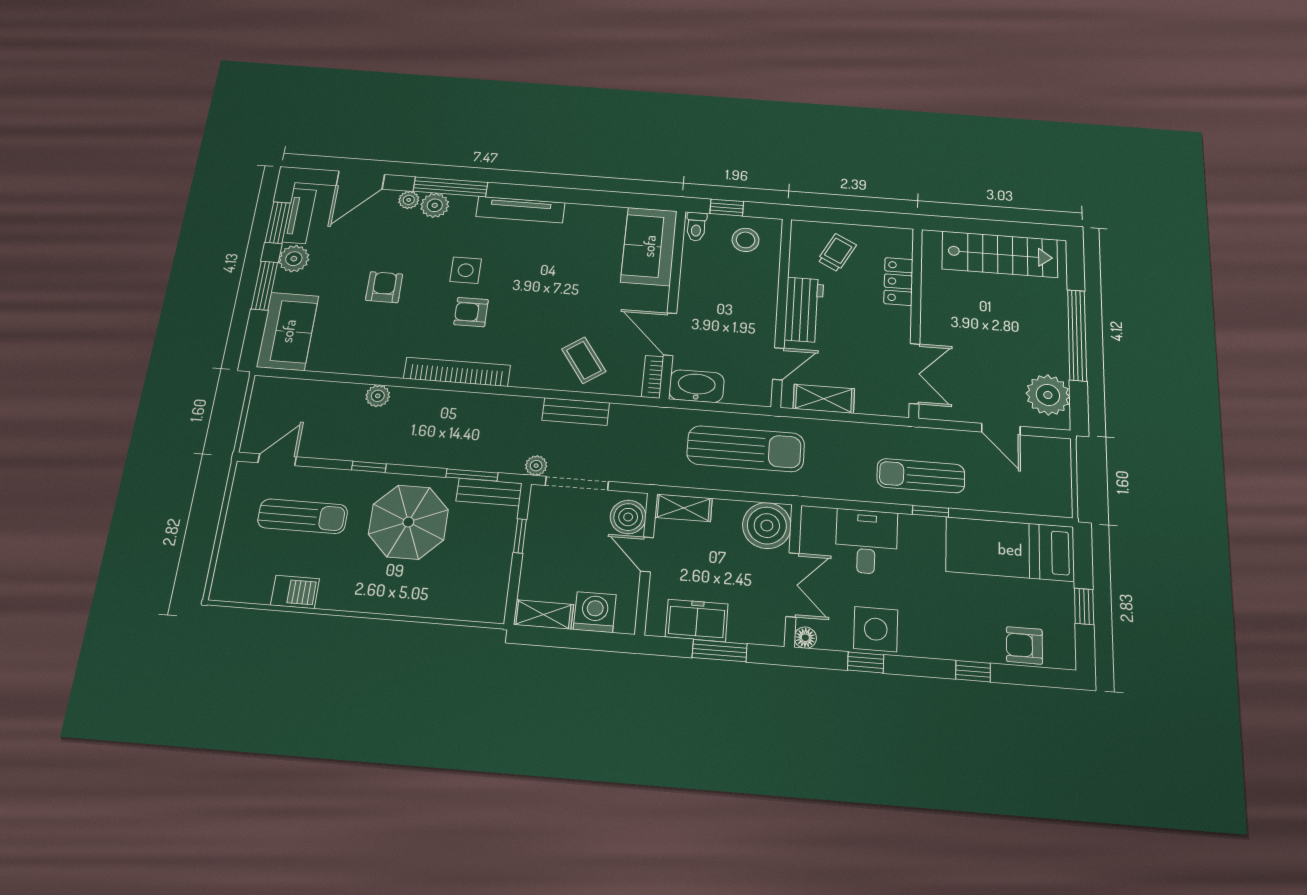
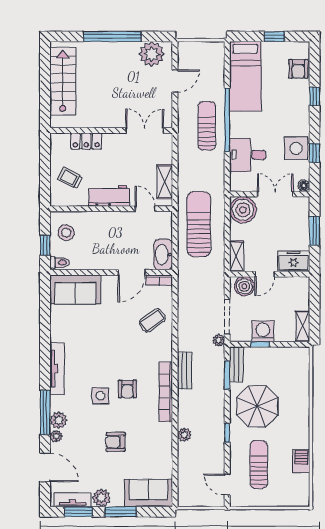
bench: (576, 412) -> (184, 371), moved
sun lounger: (921, 476) -> (207, 126), turned 180
window: (931, 511) -> (227, 120), width x3.17
washing machine: (595, 612) -> (263, 331), moved, turned 90
freezer: (697, 620) -> (294, 261), moved, turned 90

